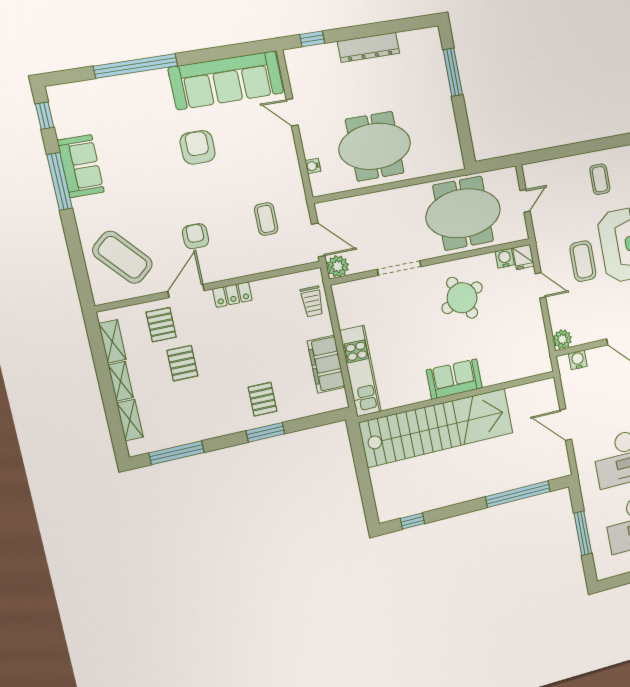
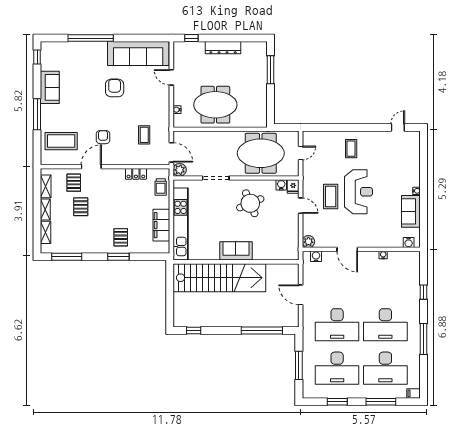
window: (60, 181) -> (37, 114), moved
coffee table: (122, 257) -> (61, 141), turned -49
locker: (232, 295) -> (136, 174), moved
kitchen unit: (360, 371) -> (181, 224), width x1.36

